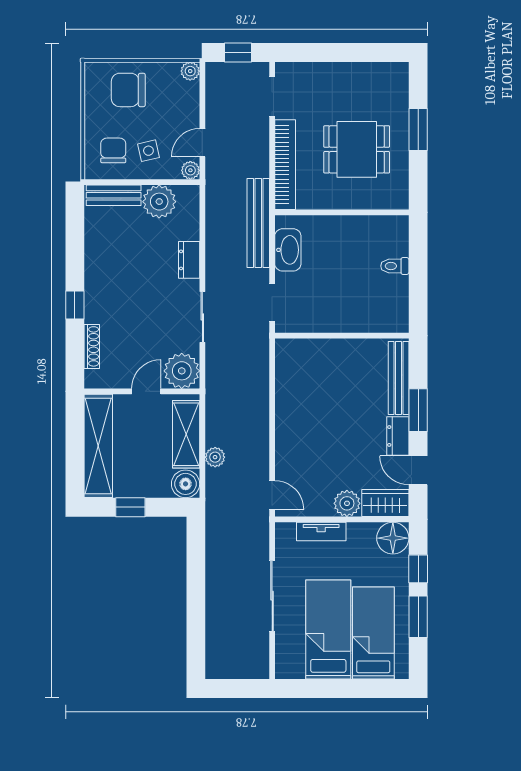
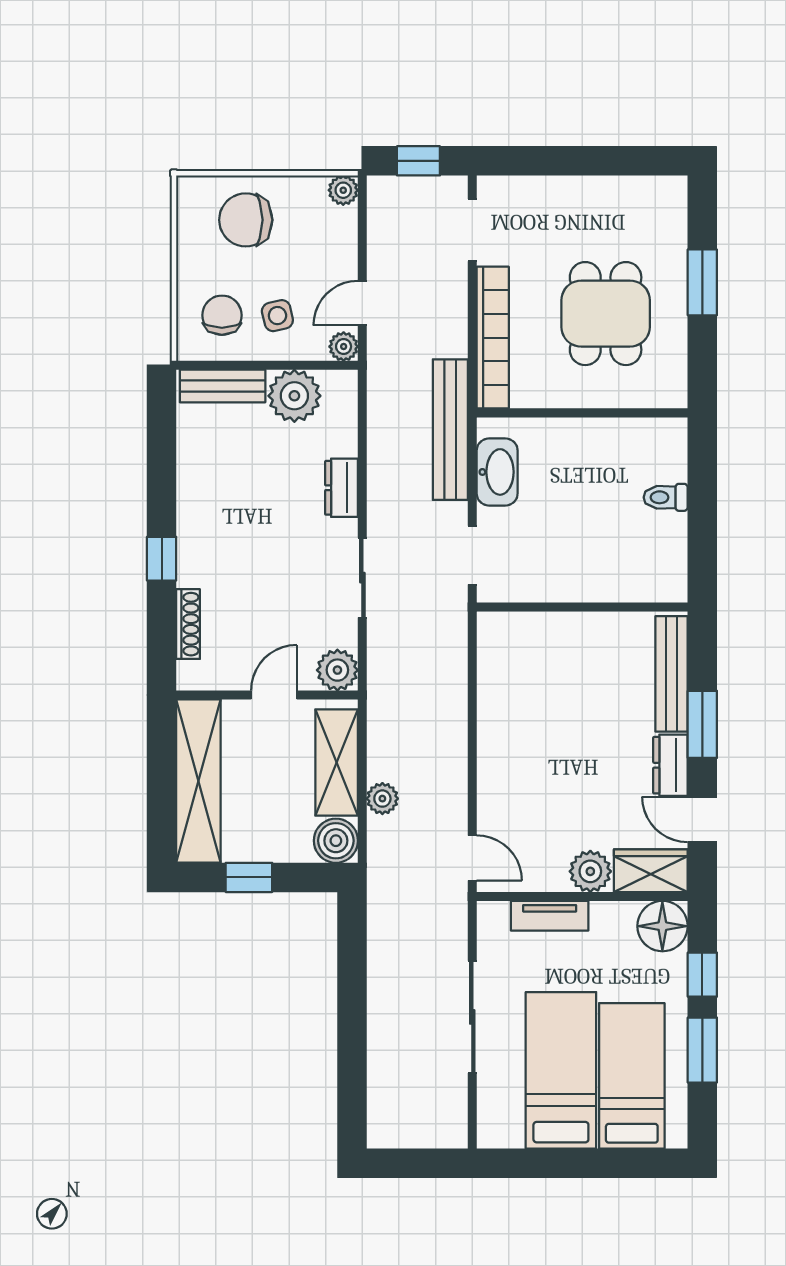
dining table: (357, 149) -> (606, 314), turned 90
plant: (182, 371) -> (337, 670), width x0.73, depth x0.73

